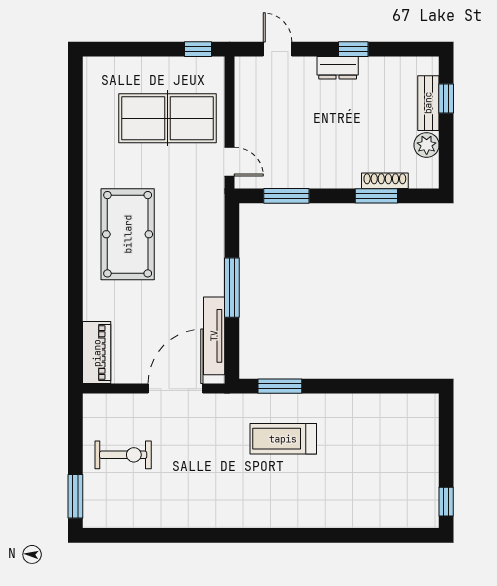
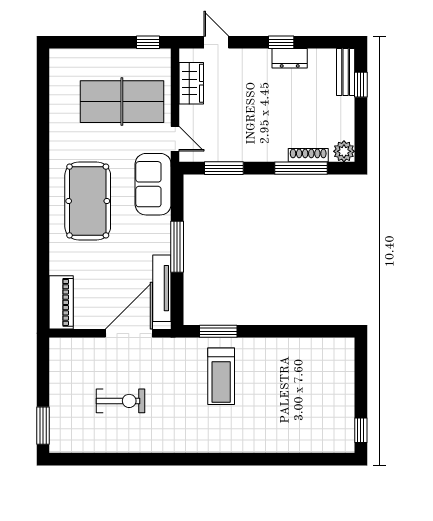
dresser: (338, 68) -> (290, 58), moved
wardrobe: (248, 97) -> (191, 83), added
bench: (428, 103) -> (346, 72), moved
plant: (427, 145) -> (344, 151), moved
window: (376, 196) -> (301, 168), width x1.44
sofa: (204, 215) -> (153, 184), added
treadmill: (283, 439) -> (221, 376), turned -90
exercise bike: (123, 455) -> (120, 401), moved

